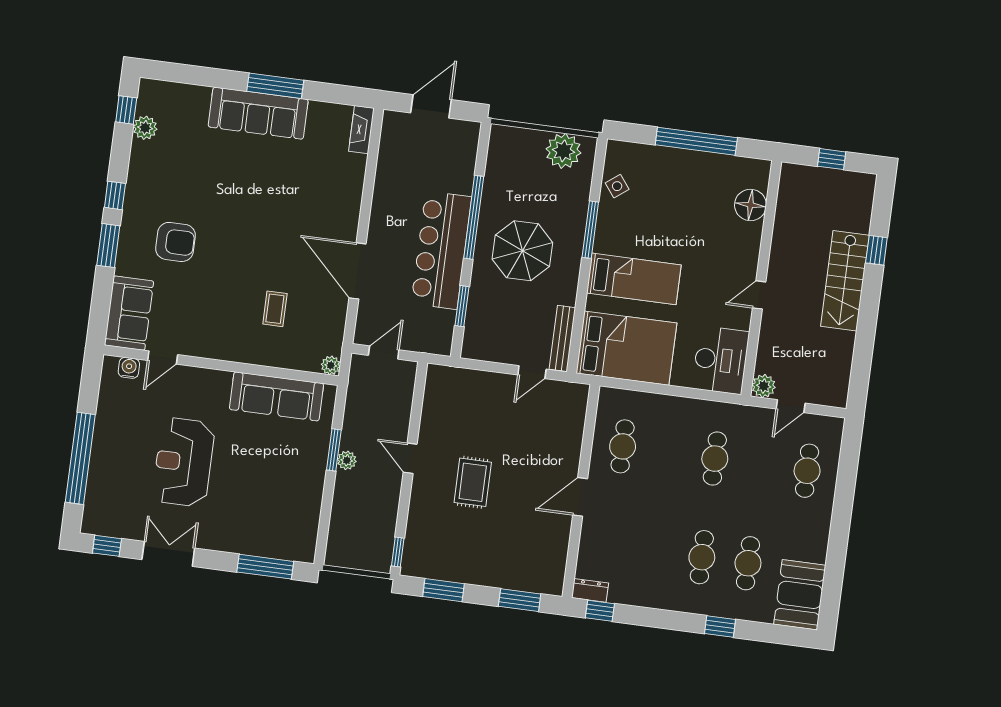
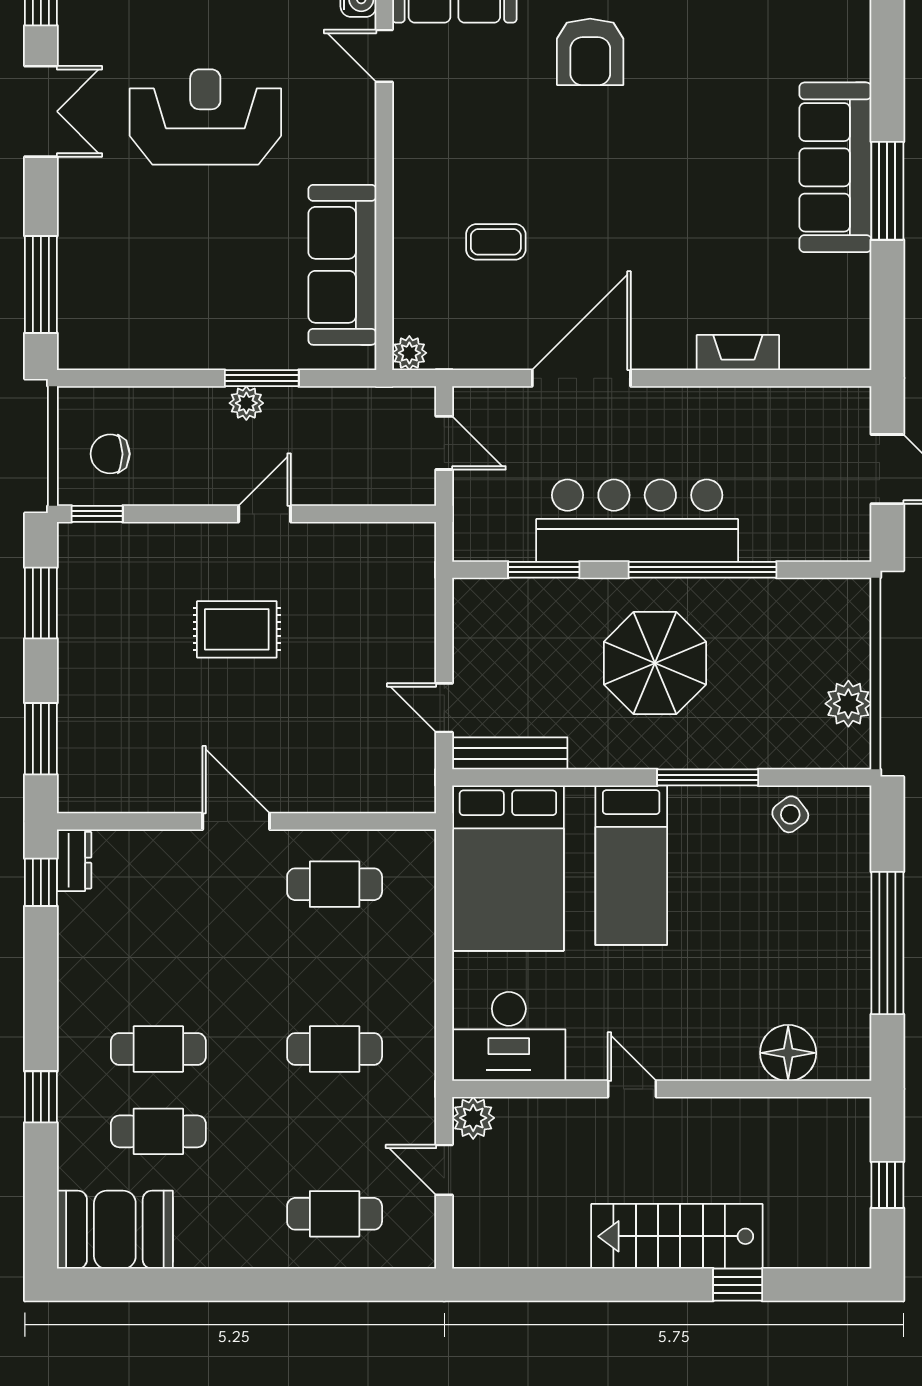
fireplace: (361, 130) -> (738, 352), moved
plant: (563, 151) -> (848, 704), width x0.73, depth x0.73
chair: (365, 540) -> (110, 454), added

